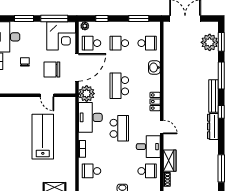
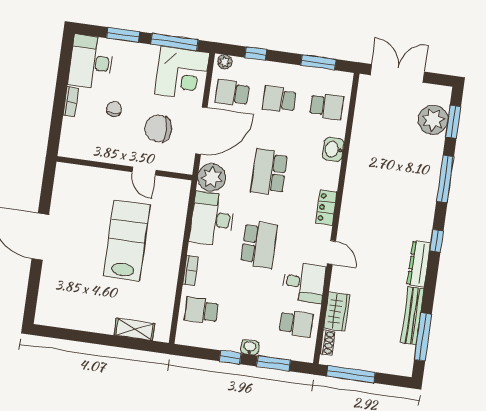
bench: (213, 96) -> (412, 316), moved

